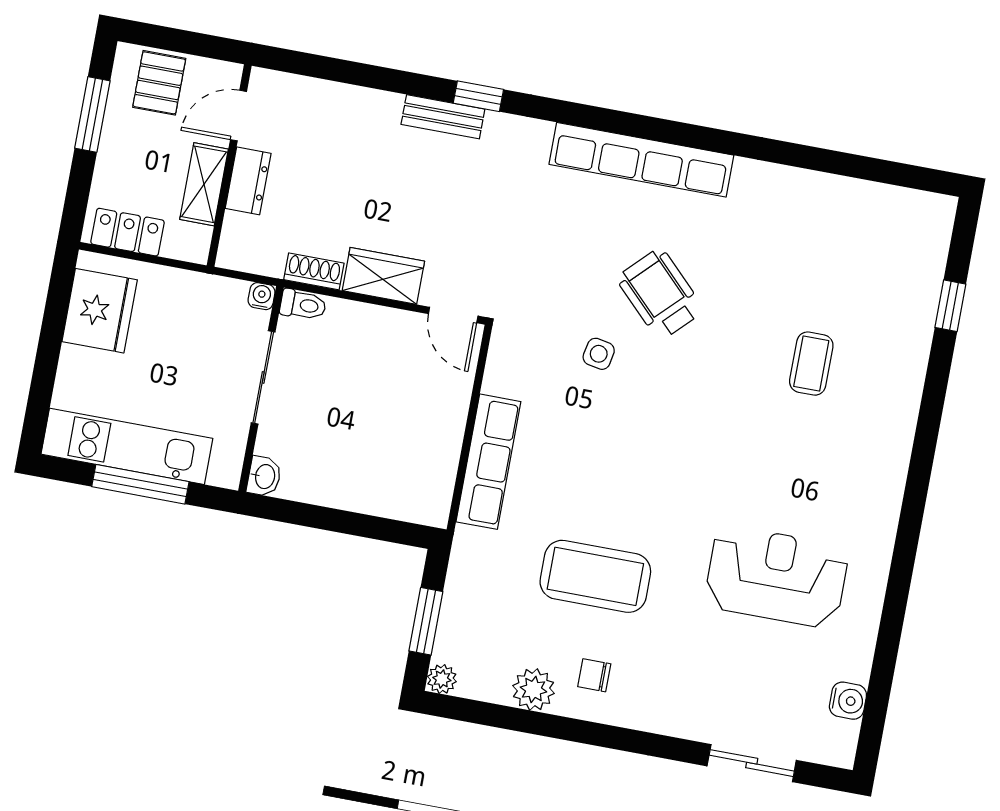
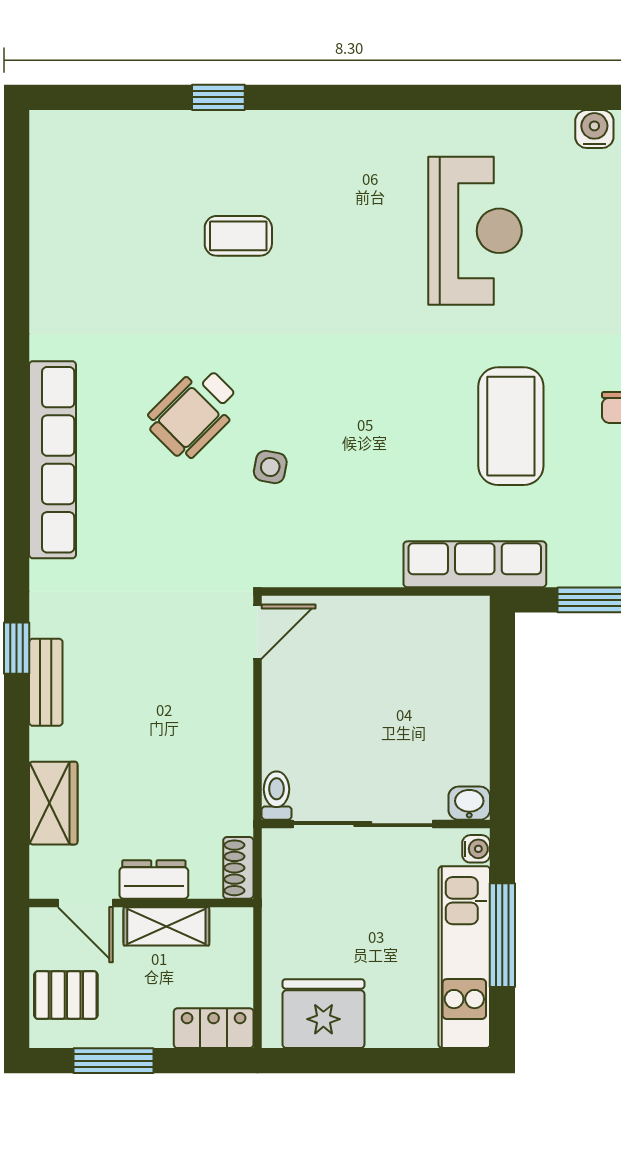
locker: (128, 232) -> (214, 1028), moved, turned 90
shoe rack: (314, 271) -> (238, 868), moved
wardrobe: (383, 276) -> (53, 803), moved, turned 180
water cooler: (262, 296) -> (476, 849), moved, turned 180
window: (950, 306) -> (218, 97), moved
sliding door: (263, 377) -> (363, 824), width x1.37
row of seats: (488, 462) -> (475, 564), moved
reception desk: (776, 577) -> (475, 231), turned 180

